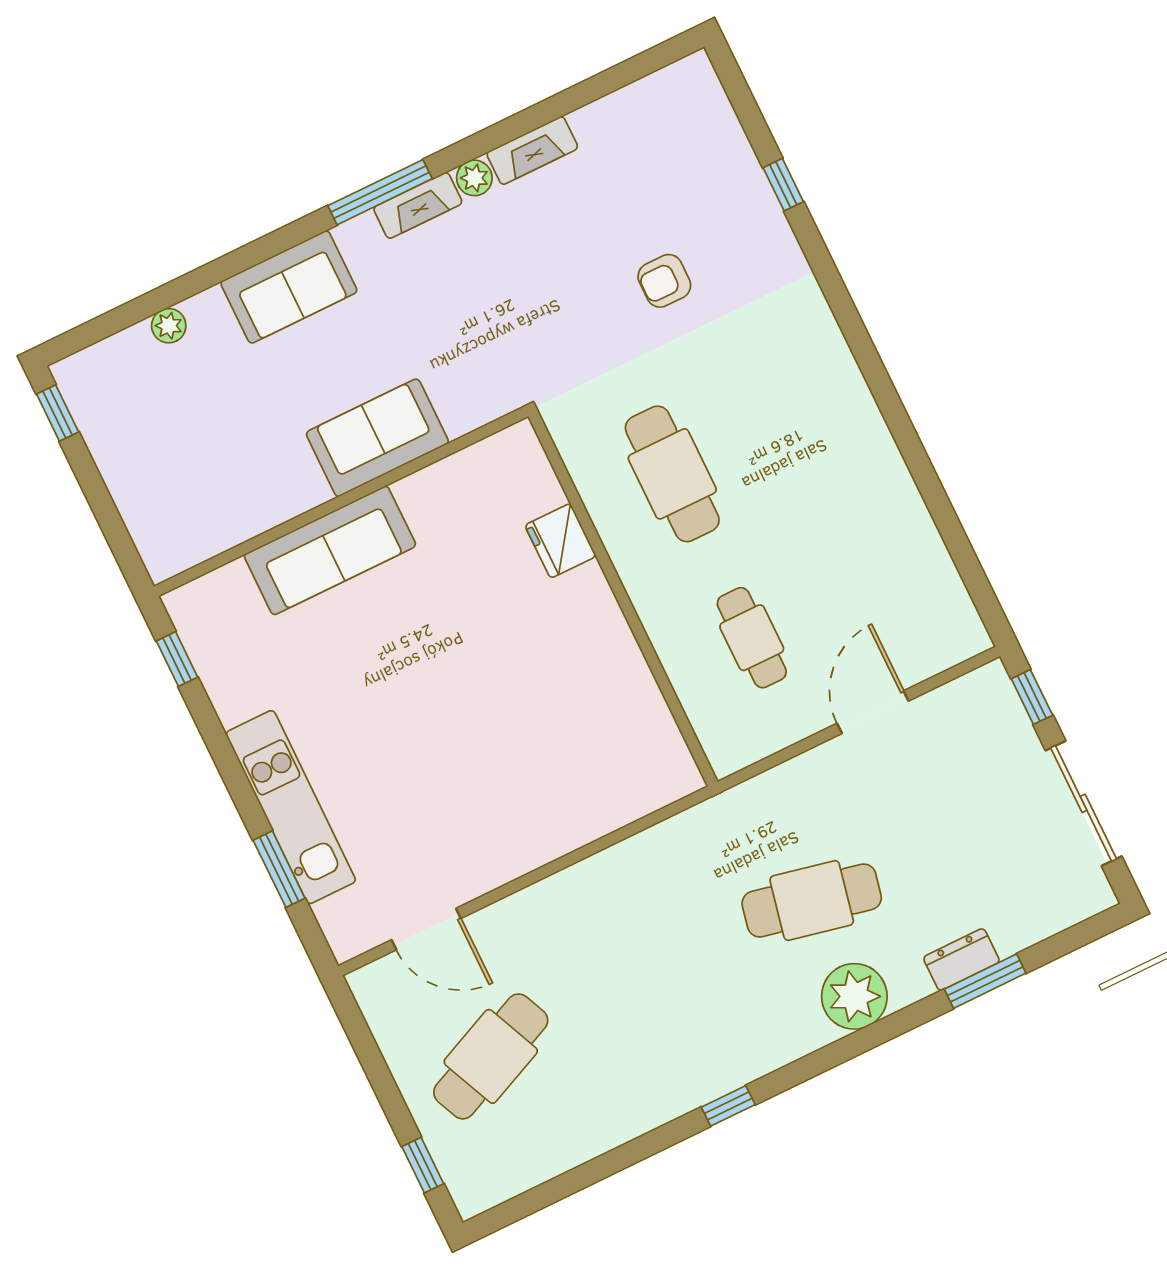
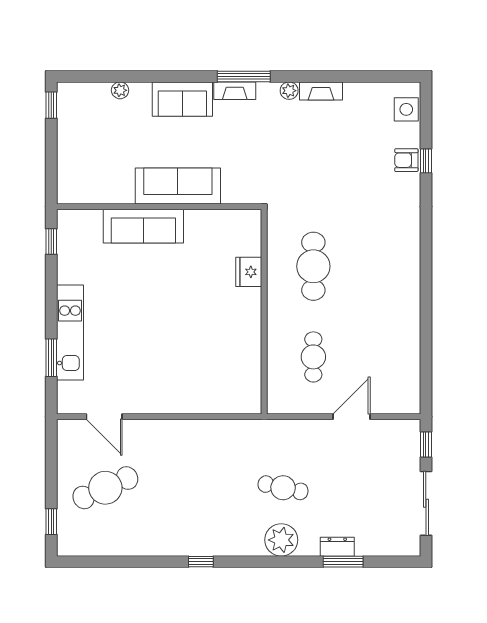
side table: (702, 109) -> (406, 109), added
fireplace: (418, 205) -> (235, 91), moved
armchair: (664, 281) -> (406, 160), moved
sofa: (377, 438) -> (178, 186), width x1.36
cafe table: (812, 901) -> (283, 488), width x0.73, depth x0.74

